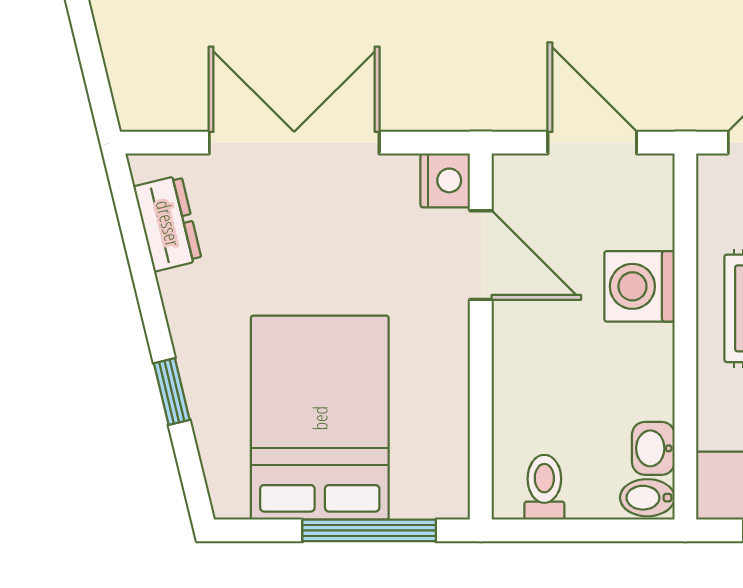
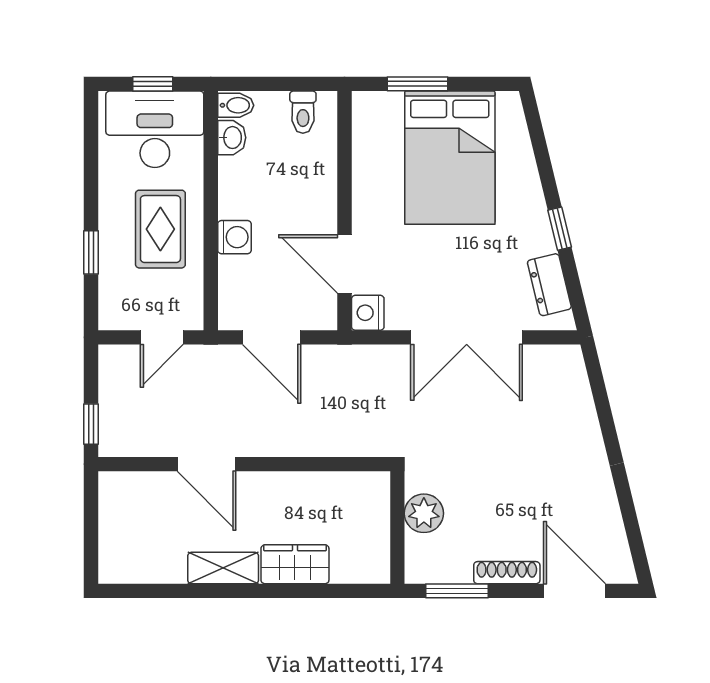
washing machine: (639, 286) -> (234, 237), width x0.73, depth x0.73
window: (172, 392) -> (560, 229), moved
window: (369, 530) -> (418, 84), width x0.69

